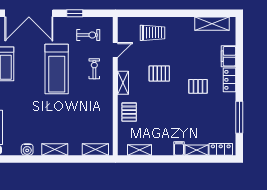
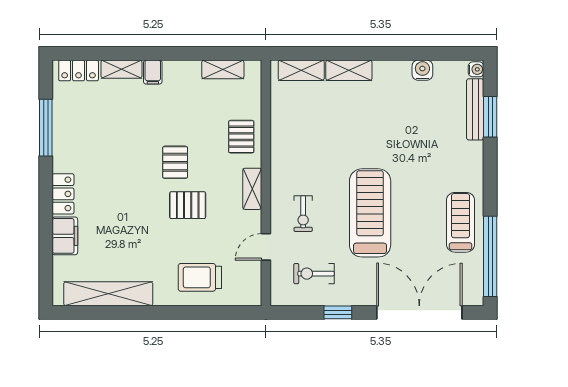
shelving: (212, 24) -> (108, 294), width x1.47
pallet: (198, 86) -> (175, 162), moved, turned 90
shelving: (55, 149) -> (349, 70), moved

